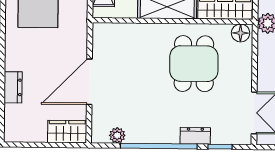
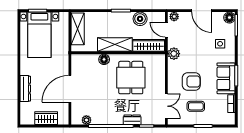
floor lamp: (241, 33) -> (104, 59), moved
dresser: (13, 87) -> (25, 89), width x1.44
wardrobe: (67, 132) -> (46, 118), moved

